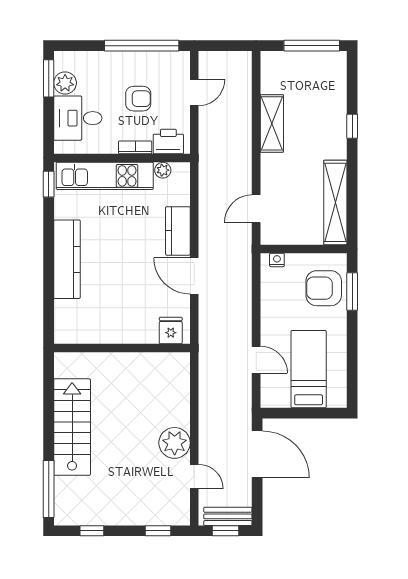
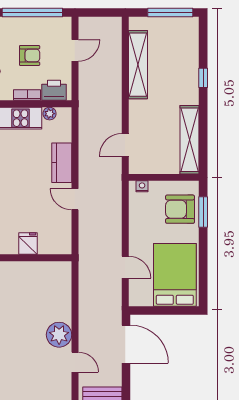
shelving: (272, 123) -> (138, 65), width x1.47
door: (194, 276) -> (75, 199), width x0.73
fridge: (171, 330) -> (28, 244), moved
bed: (309, 369) -> (175, 275), width x1.50

